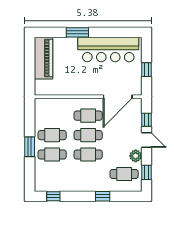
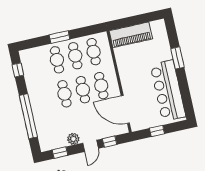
piano: (43, 58) -> (131, 35), moved
cafe table: (124, 174) -> (94, 52), moved
window: (103, 196) -> (28, 116), width x3.17

